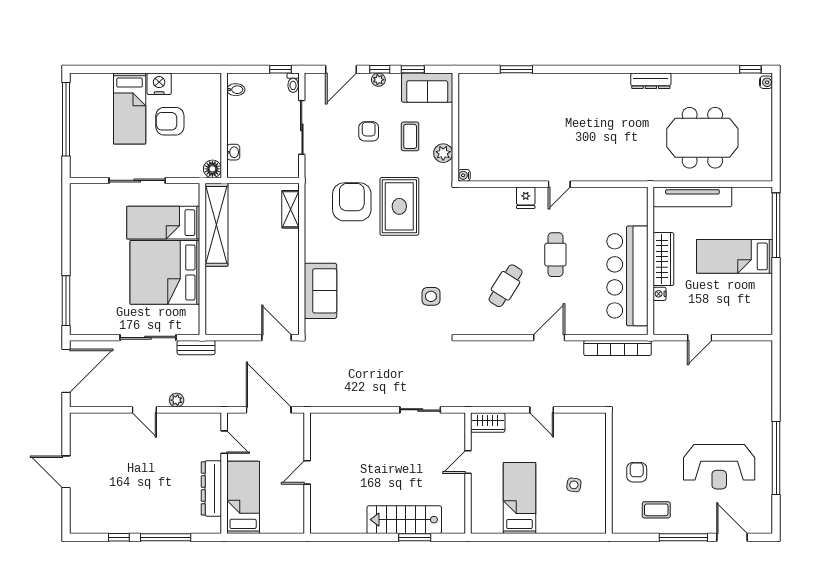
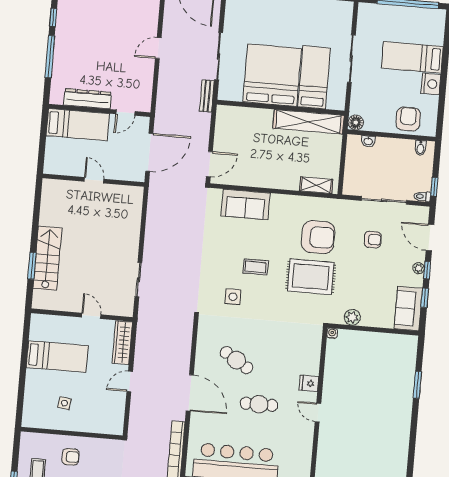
armchair: (170, 121) -> (408, 119), moved
armchair: (369, 131) -> (373, 240), moved
coffee table: (410, 136) -> (256, 267), moved
door: (549, 338) -> (190, 393), width x1.36
plant: (177, 400) -> (164, 76), removed
wardrobe: (488, 423) -> (122, 342), width x1.50

